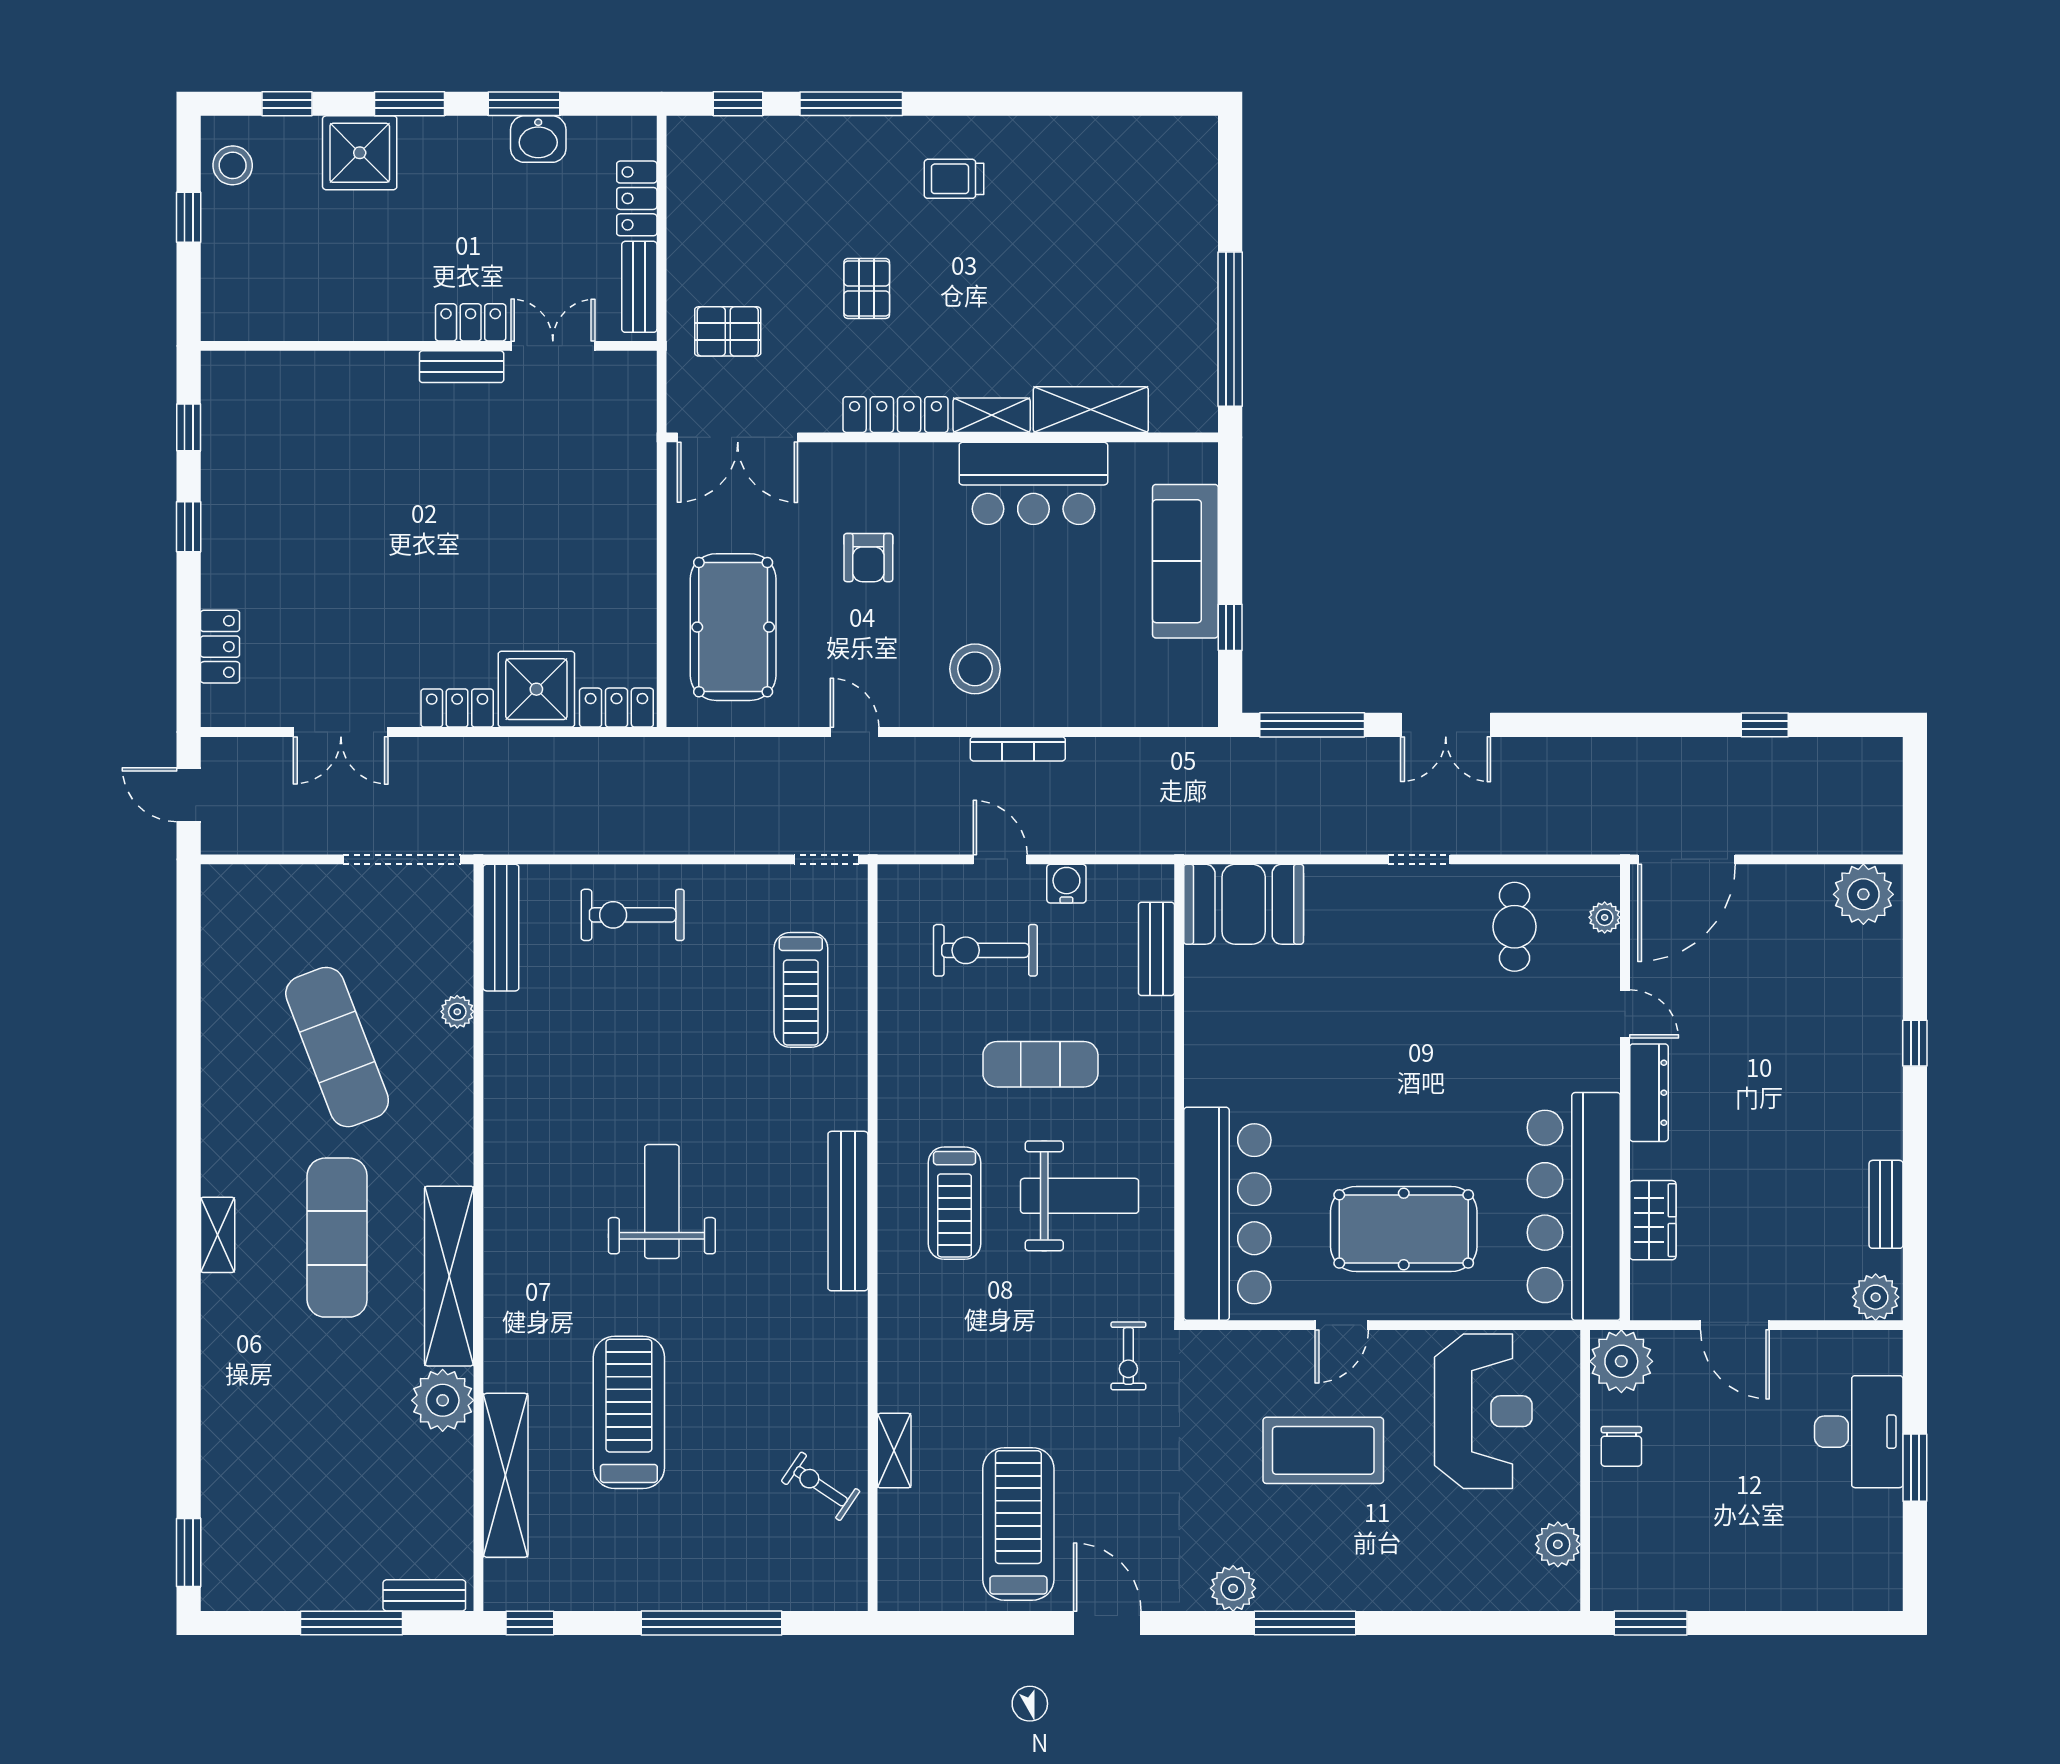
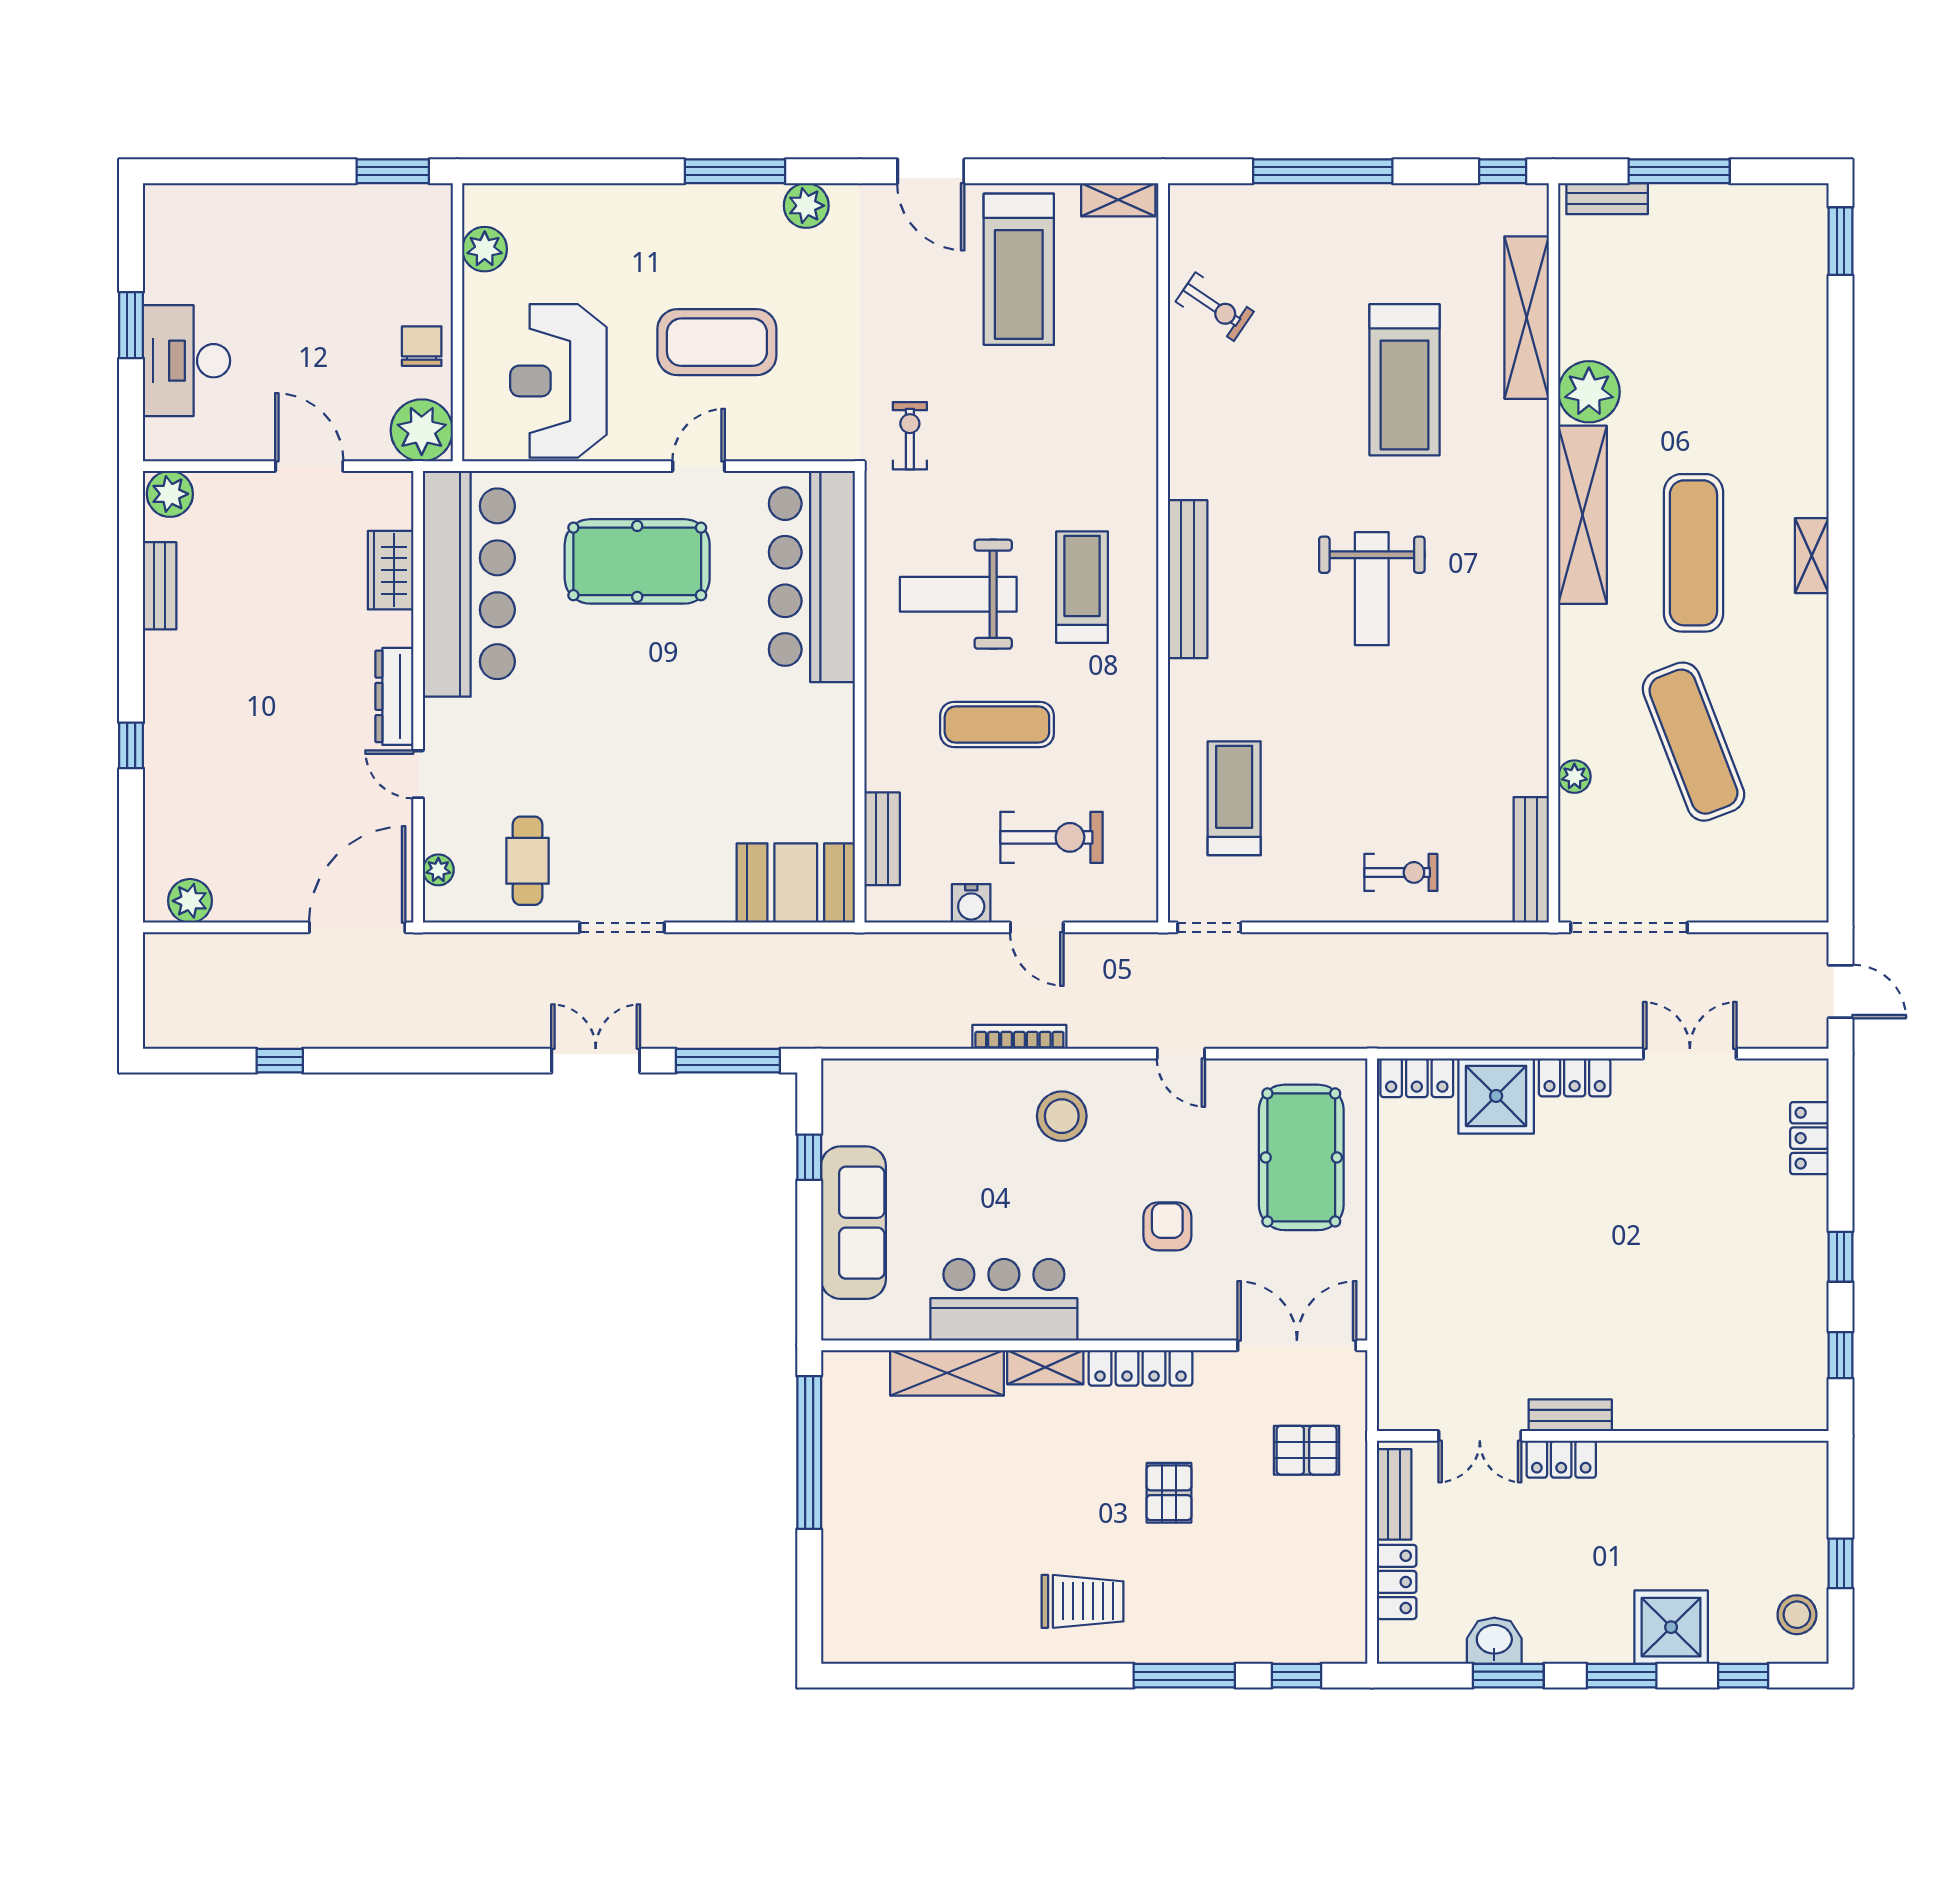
trolley: (954, 179) -> (1082, 1601), width x1.36, depth x1.39
doorway: (1419, 859) -> (622, 927), width x1.38
plant: (1863, 894) -> (190, 901), width x0.73, depth x0.73
exercise bike: (633, 915) -> (1401, 872), width x0.73, depth x0.72
shelving: (894, 1451) -> (1118, 200), moved, turned 90

